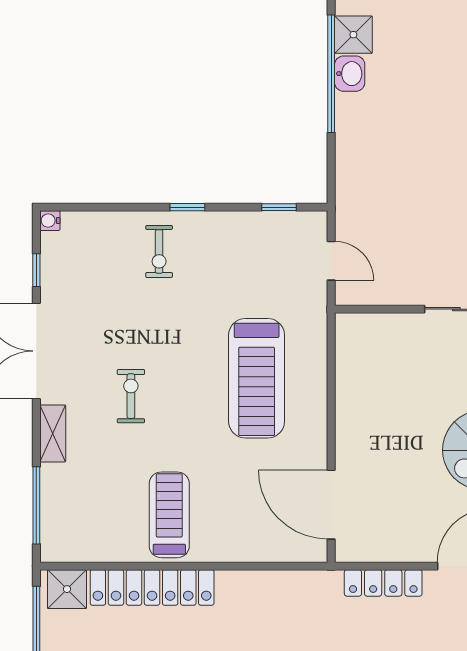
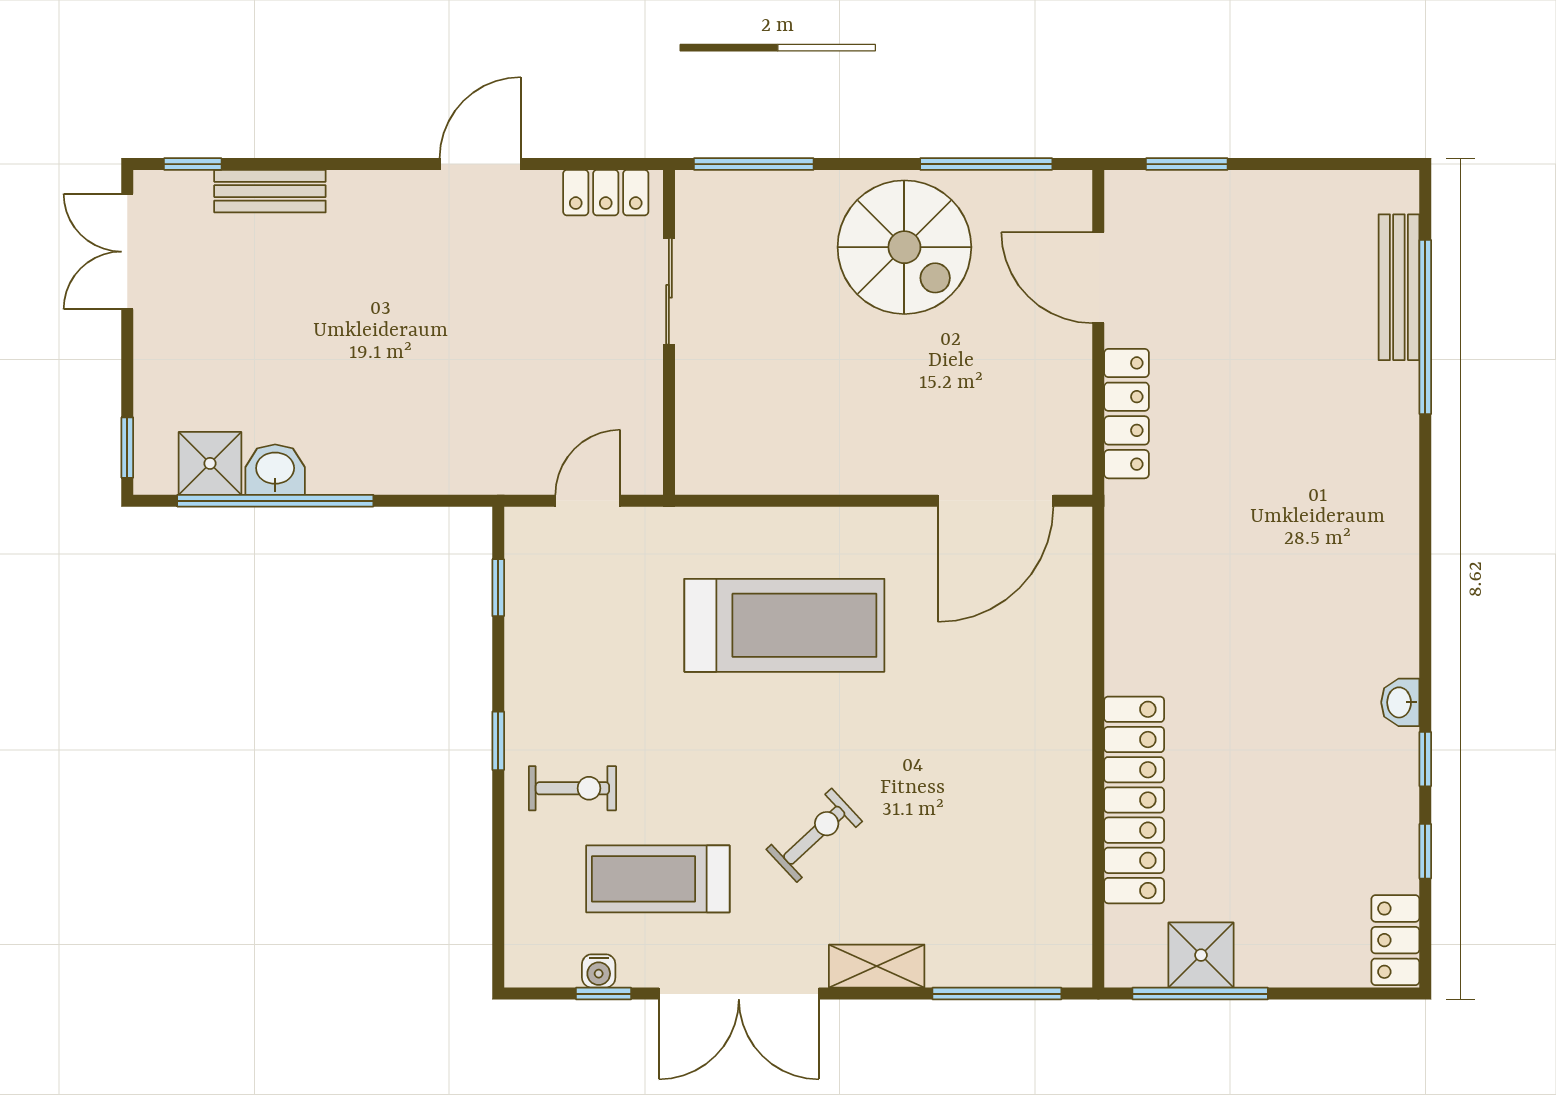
water cooler: (50, 221) -> (599, 971), moved
exercise bike: (131, 396) -> (814, 835), turned 137
treadmill: (169, 515) -> (658, 879), moved
shower: (67, 589) -> (1201, 955), moved

